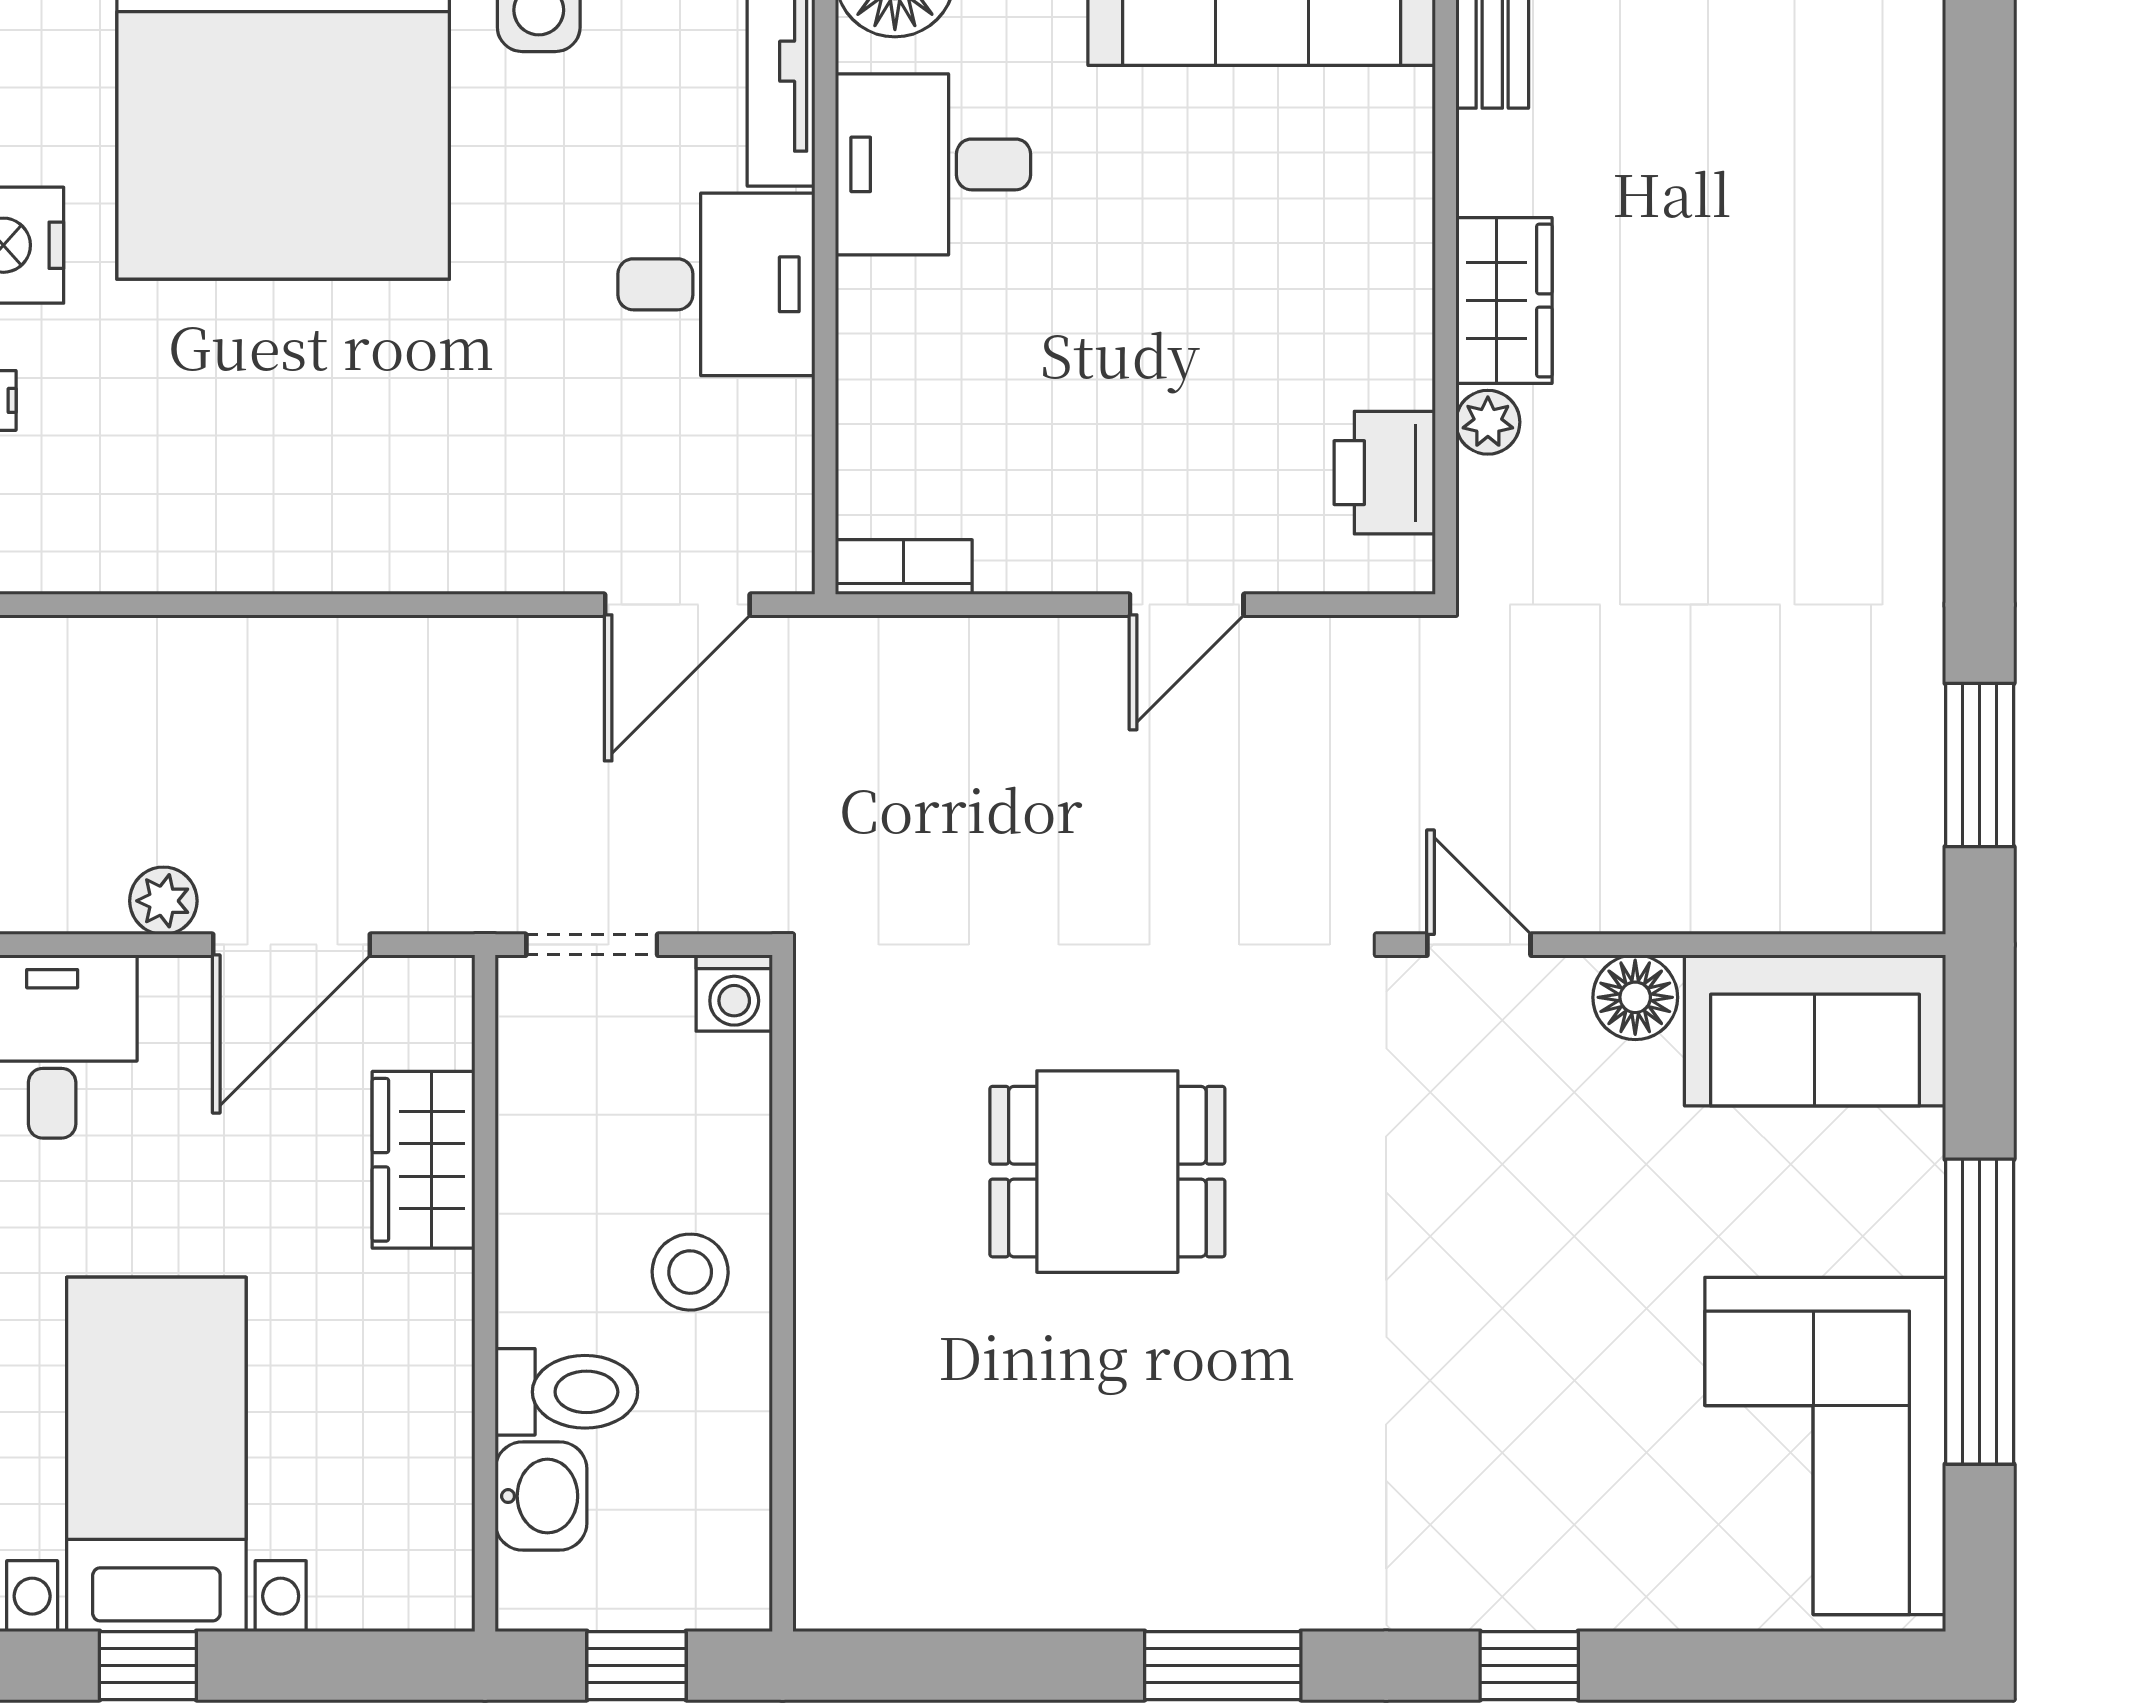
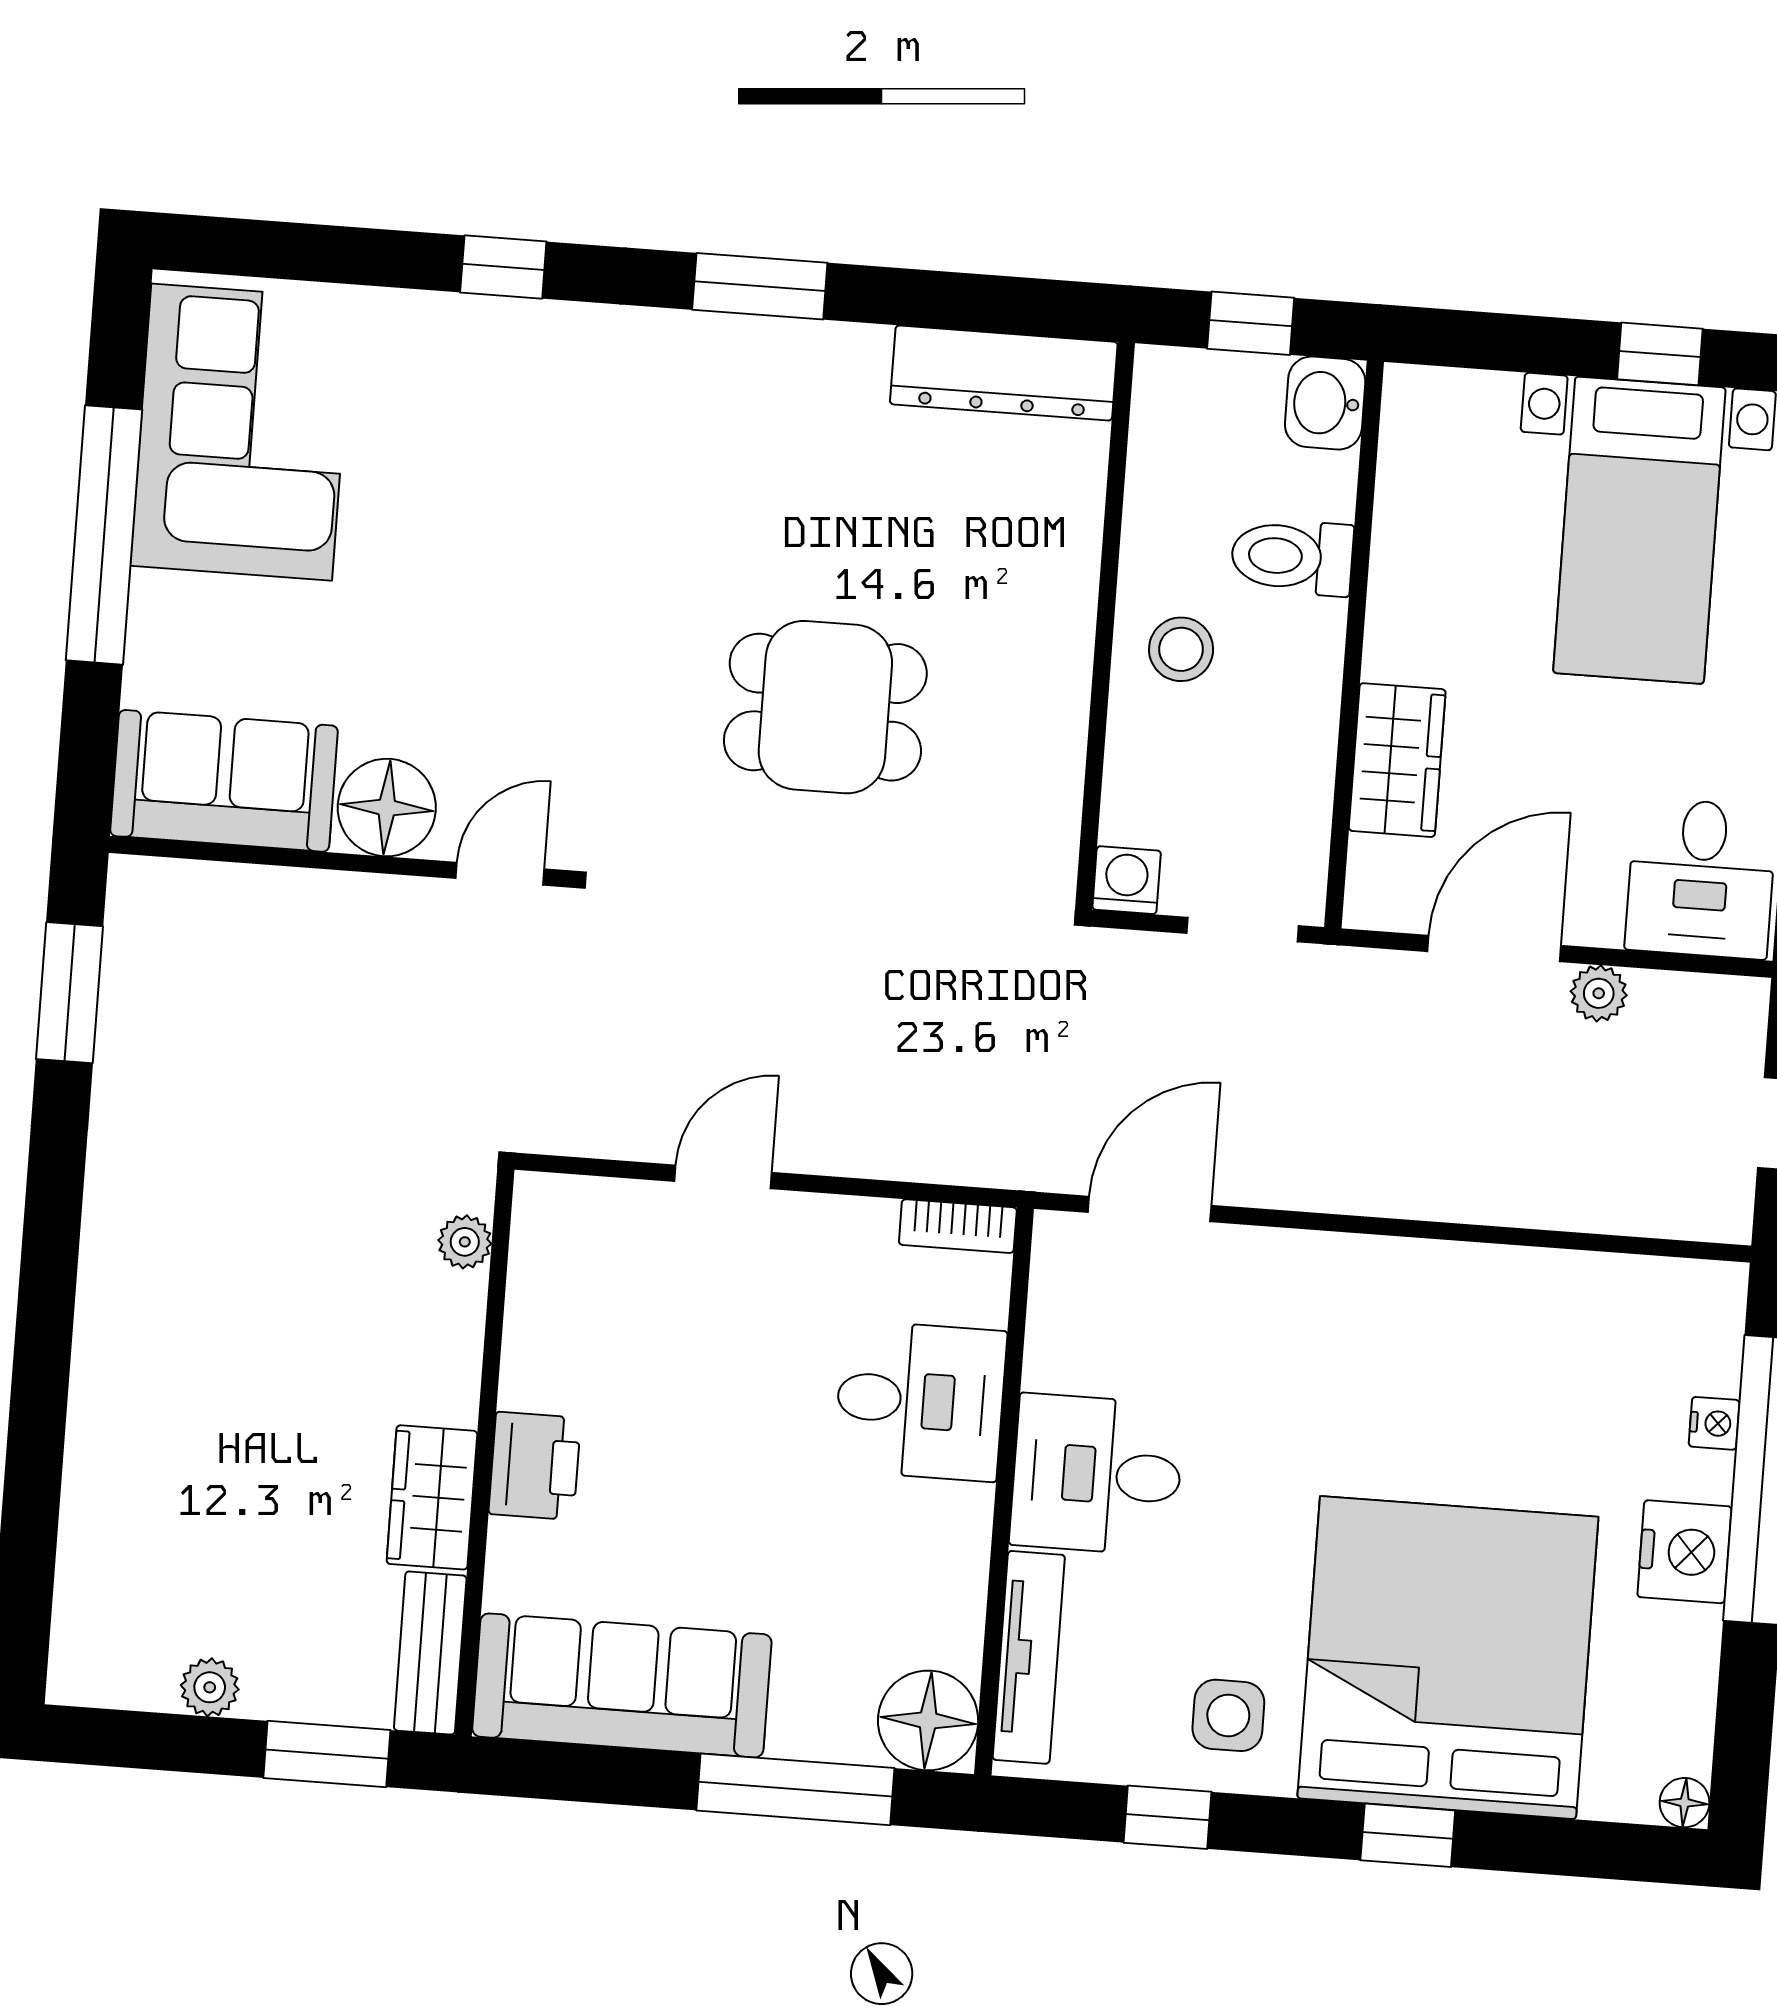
desk: (933, 164) -> (920, 1401), moved
wardrobe: (1504, 301) -> (432, 1497), moved
plant: (1488, 422) -> (465, 1242), moved
printer: (1385, 473) -> (535, 1466), moved
door: (1479, 945) -> (500, 874), swing flipped
floor lamp: (1635, 997) -> (387, 808), width x1.38, depth x1.38
washbasin: (541, 1496) -> (1325, 403), moved
dresser: (925, 1584) -> (1004, 373), added

